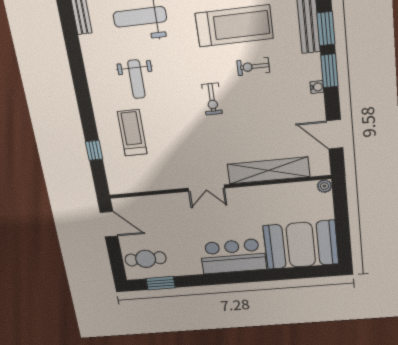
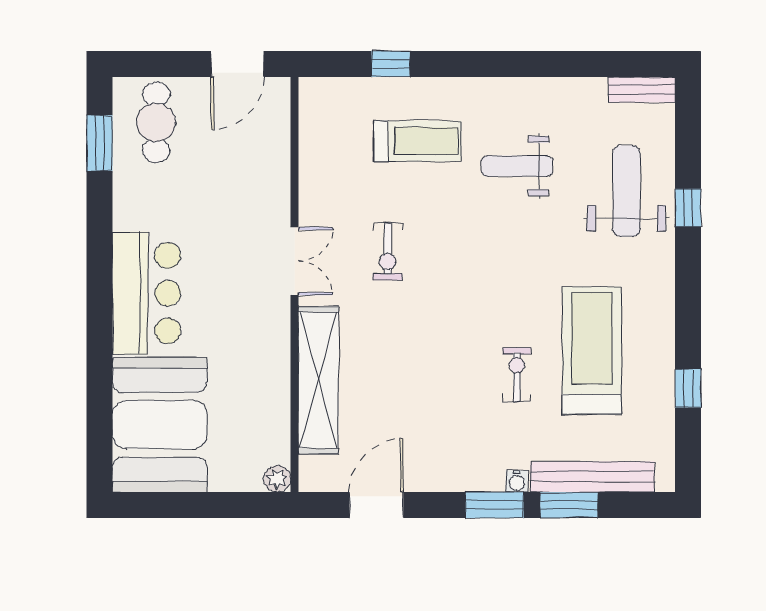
treadmill: (234, 26) -> (592, 351), turned 180
water cooler: (317, 87) -> (517, 481), moved
exercise bike: (212, 99) -> (388, 251), moved, turned -90
double door: (206, 188) -> (294, 261), swing flipped

